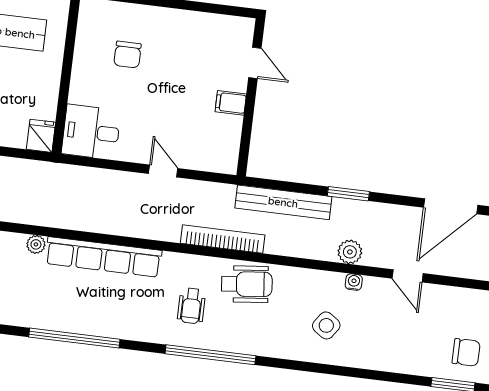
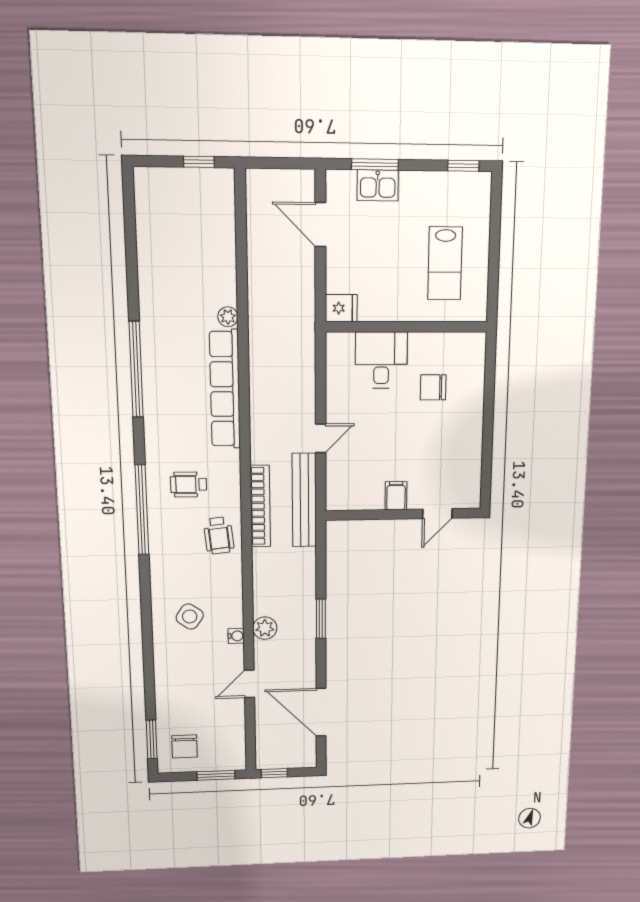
desk: (91, 132) -> (381, 360), moved
bench: (283, 202) -> (304, 500), moved
wheelchair: (247, 284) -> (219, 535), width x0.73, depth x0.73

